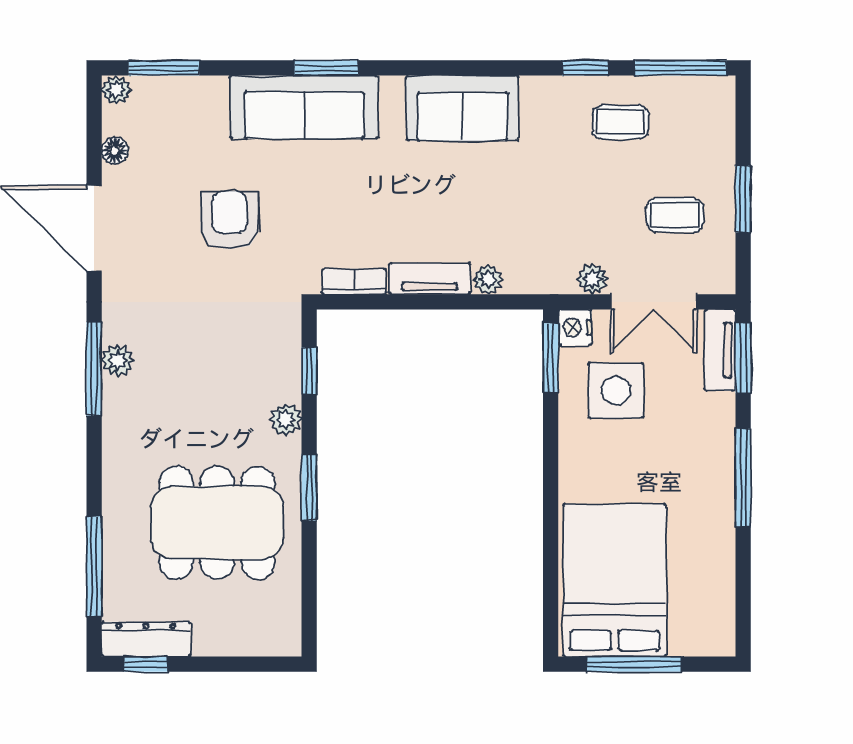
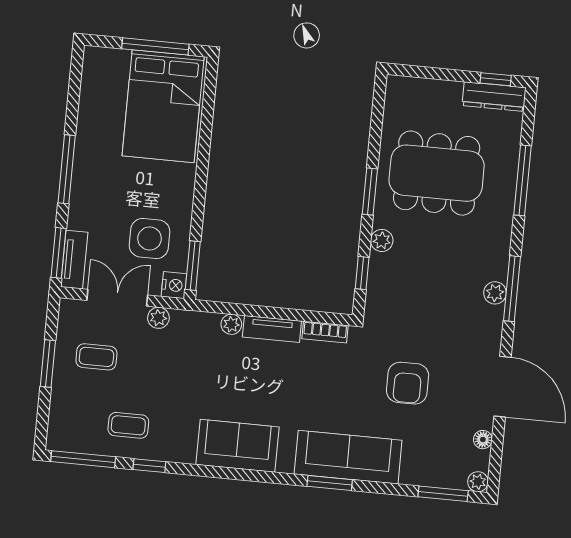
window: (94, 567) -> (522, 180), moved

